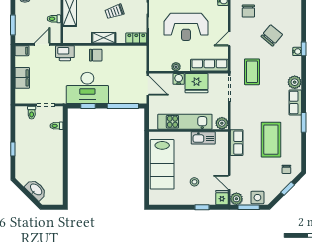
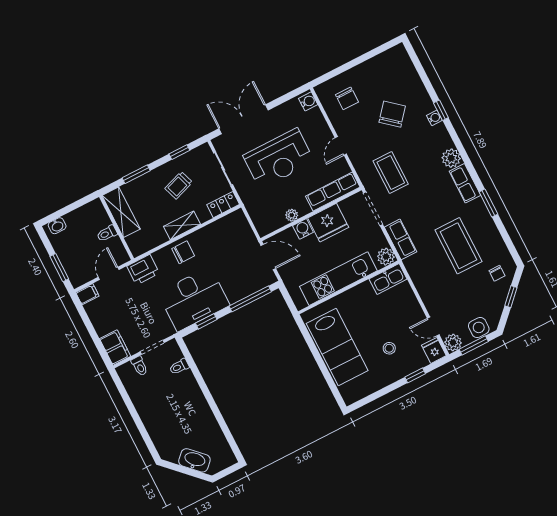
filing cabinet: (22, 78) -> (115, 347), moved
kitchen sink: (203, 138) -> (388, 279), moved
row of seats: (237, 143) -> (400, 239), moved
window: (13, 149) -> (139, 424), removed

